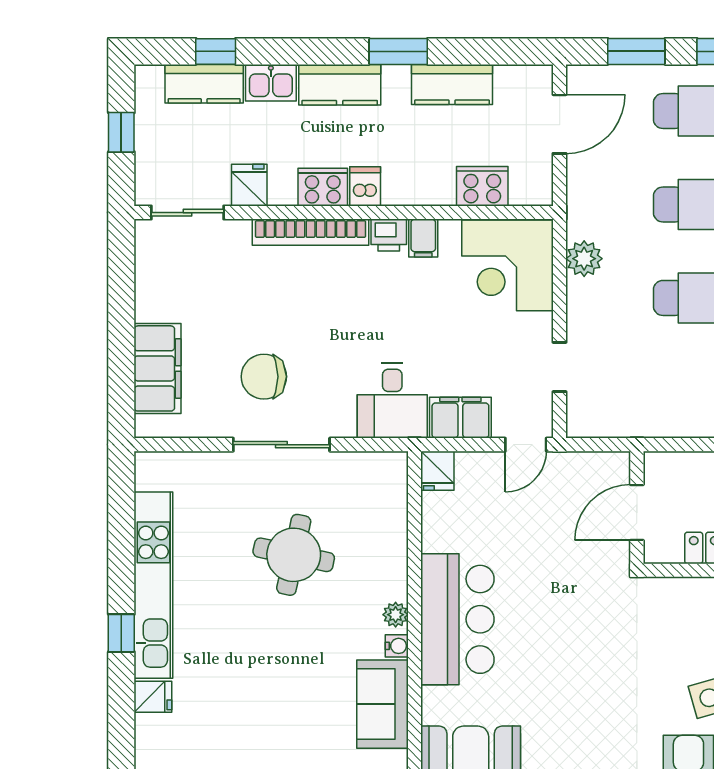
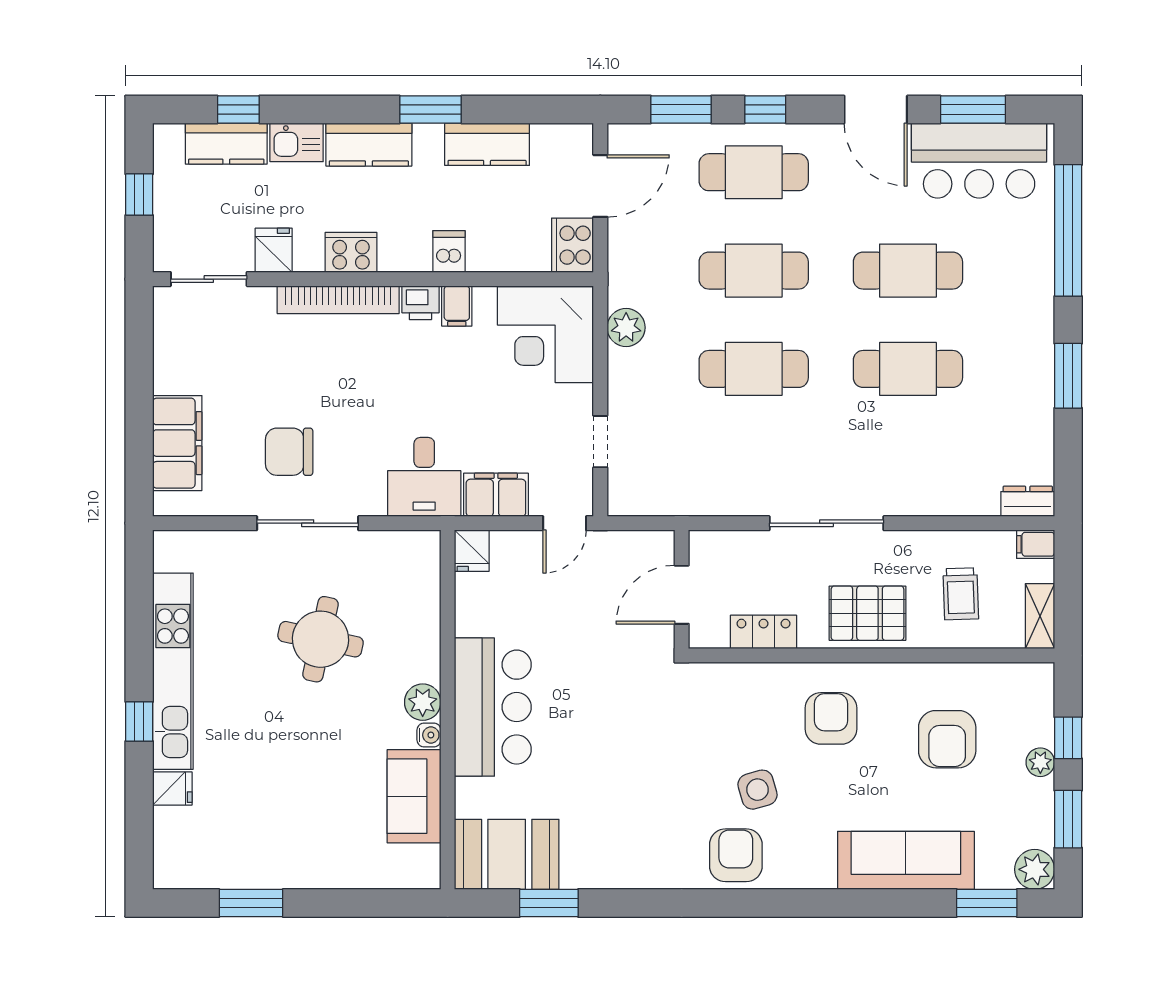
dishwasher: (365, 186) -> (449, 251), moved
cooker: (482, 186) -> (573, 245), moved, turned -90
plant: (396, 615) -> (423, 702), width x1.38, depth x1.38

